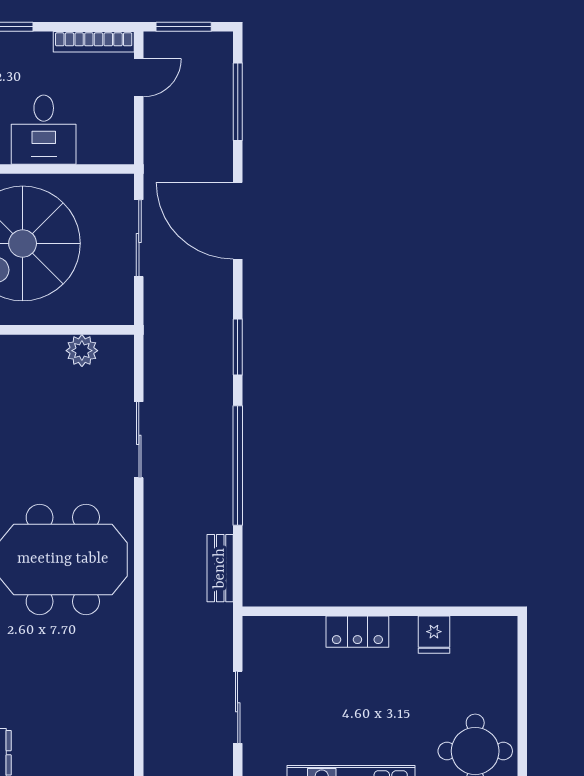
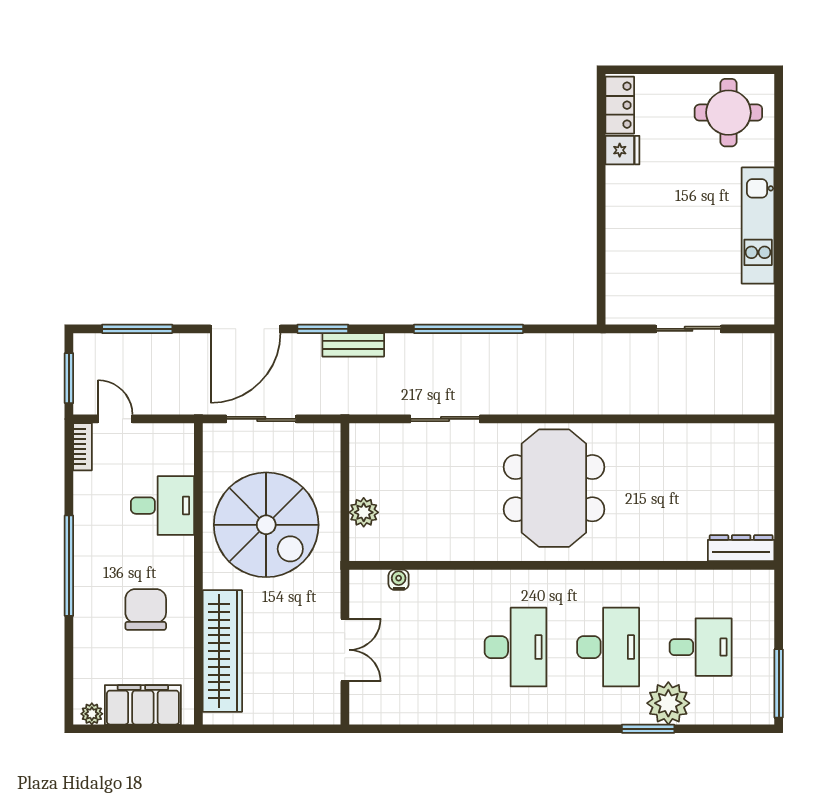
bookcase: (94, 42) -> (83, 447), width x0.64
window: (238, 347) -> (323, 329), moved
plant: (82, 351) -> (364, 512), moved
bench: (220, 568) -> (353, 345), moved
locker: (357, 632) -> (620, 105), moved

